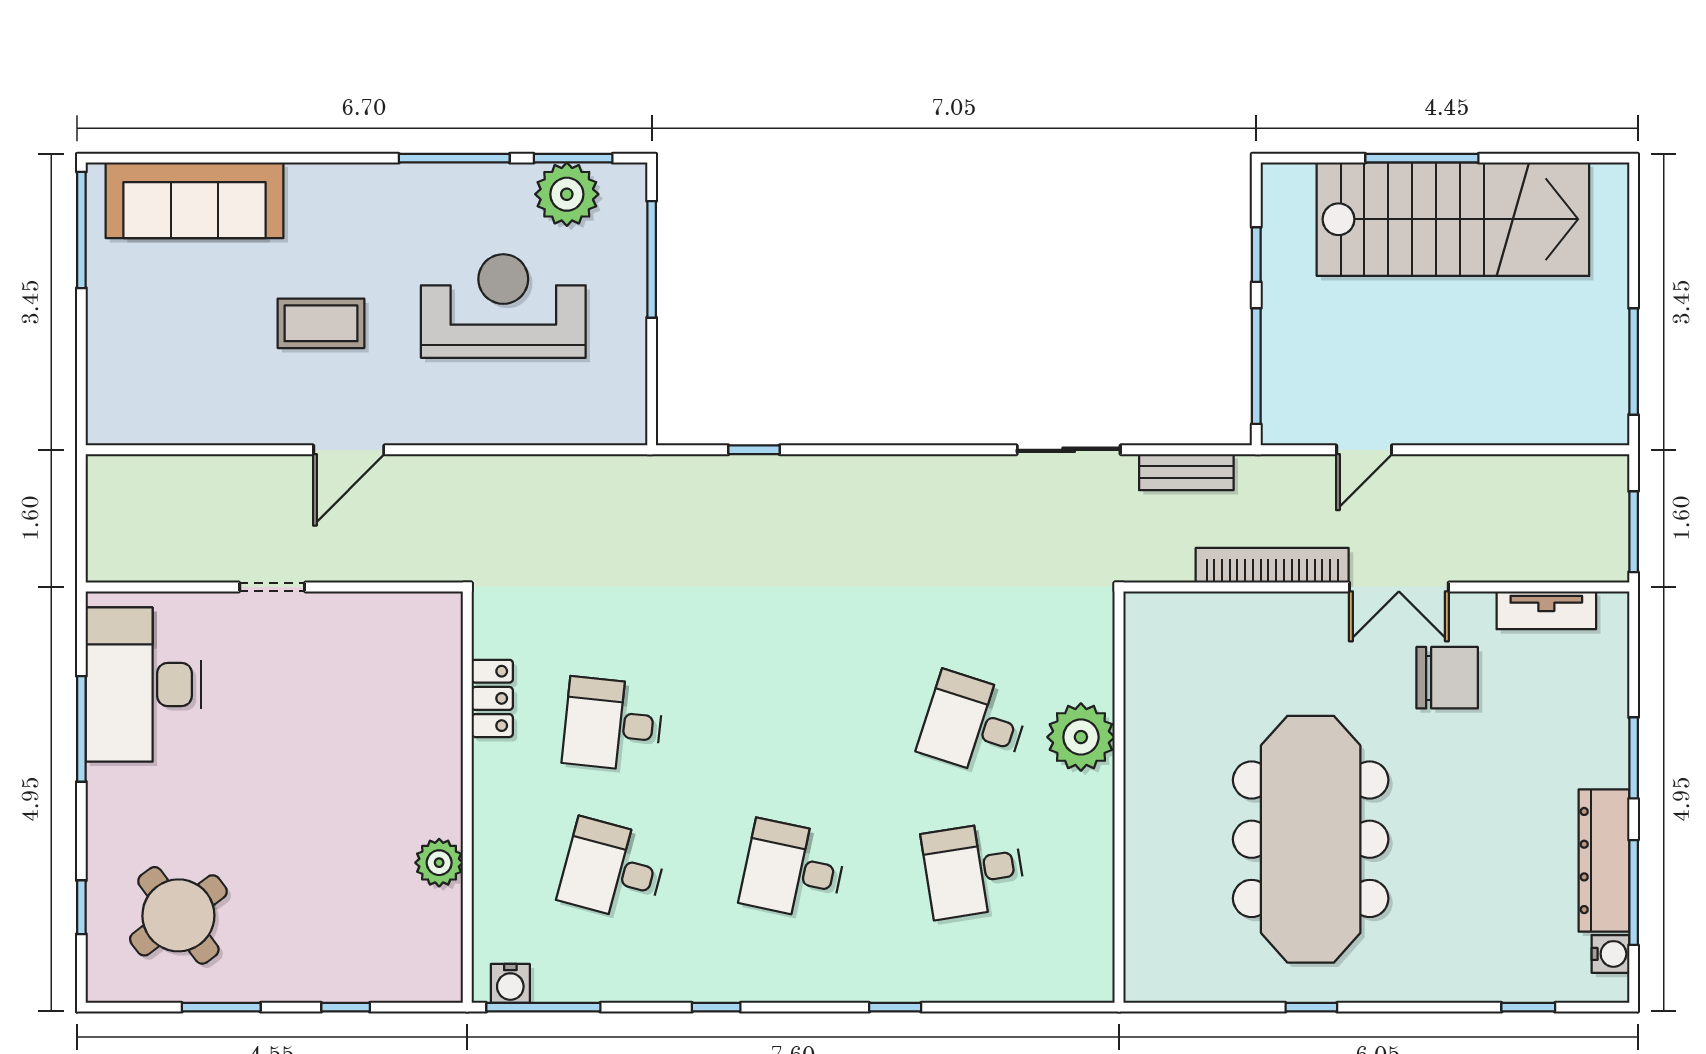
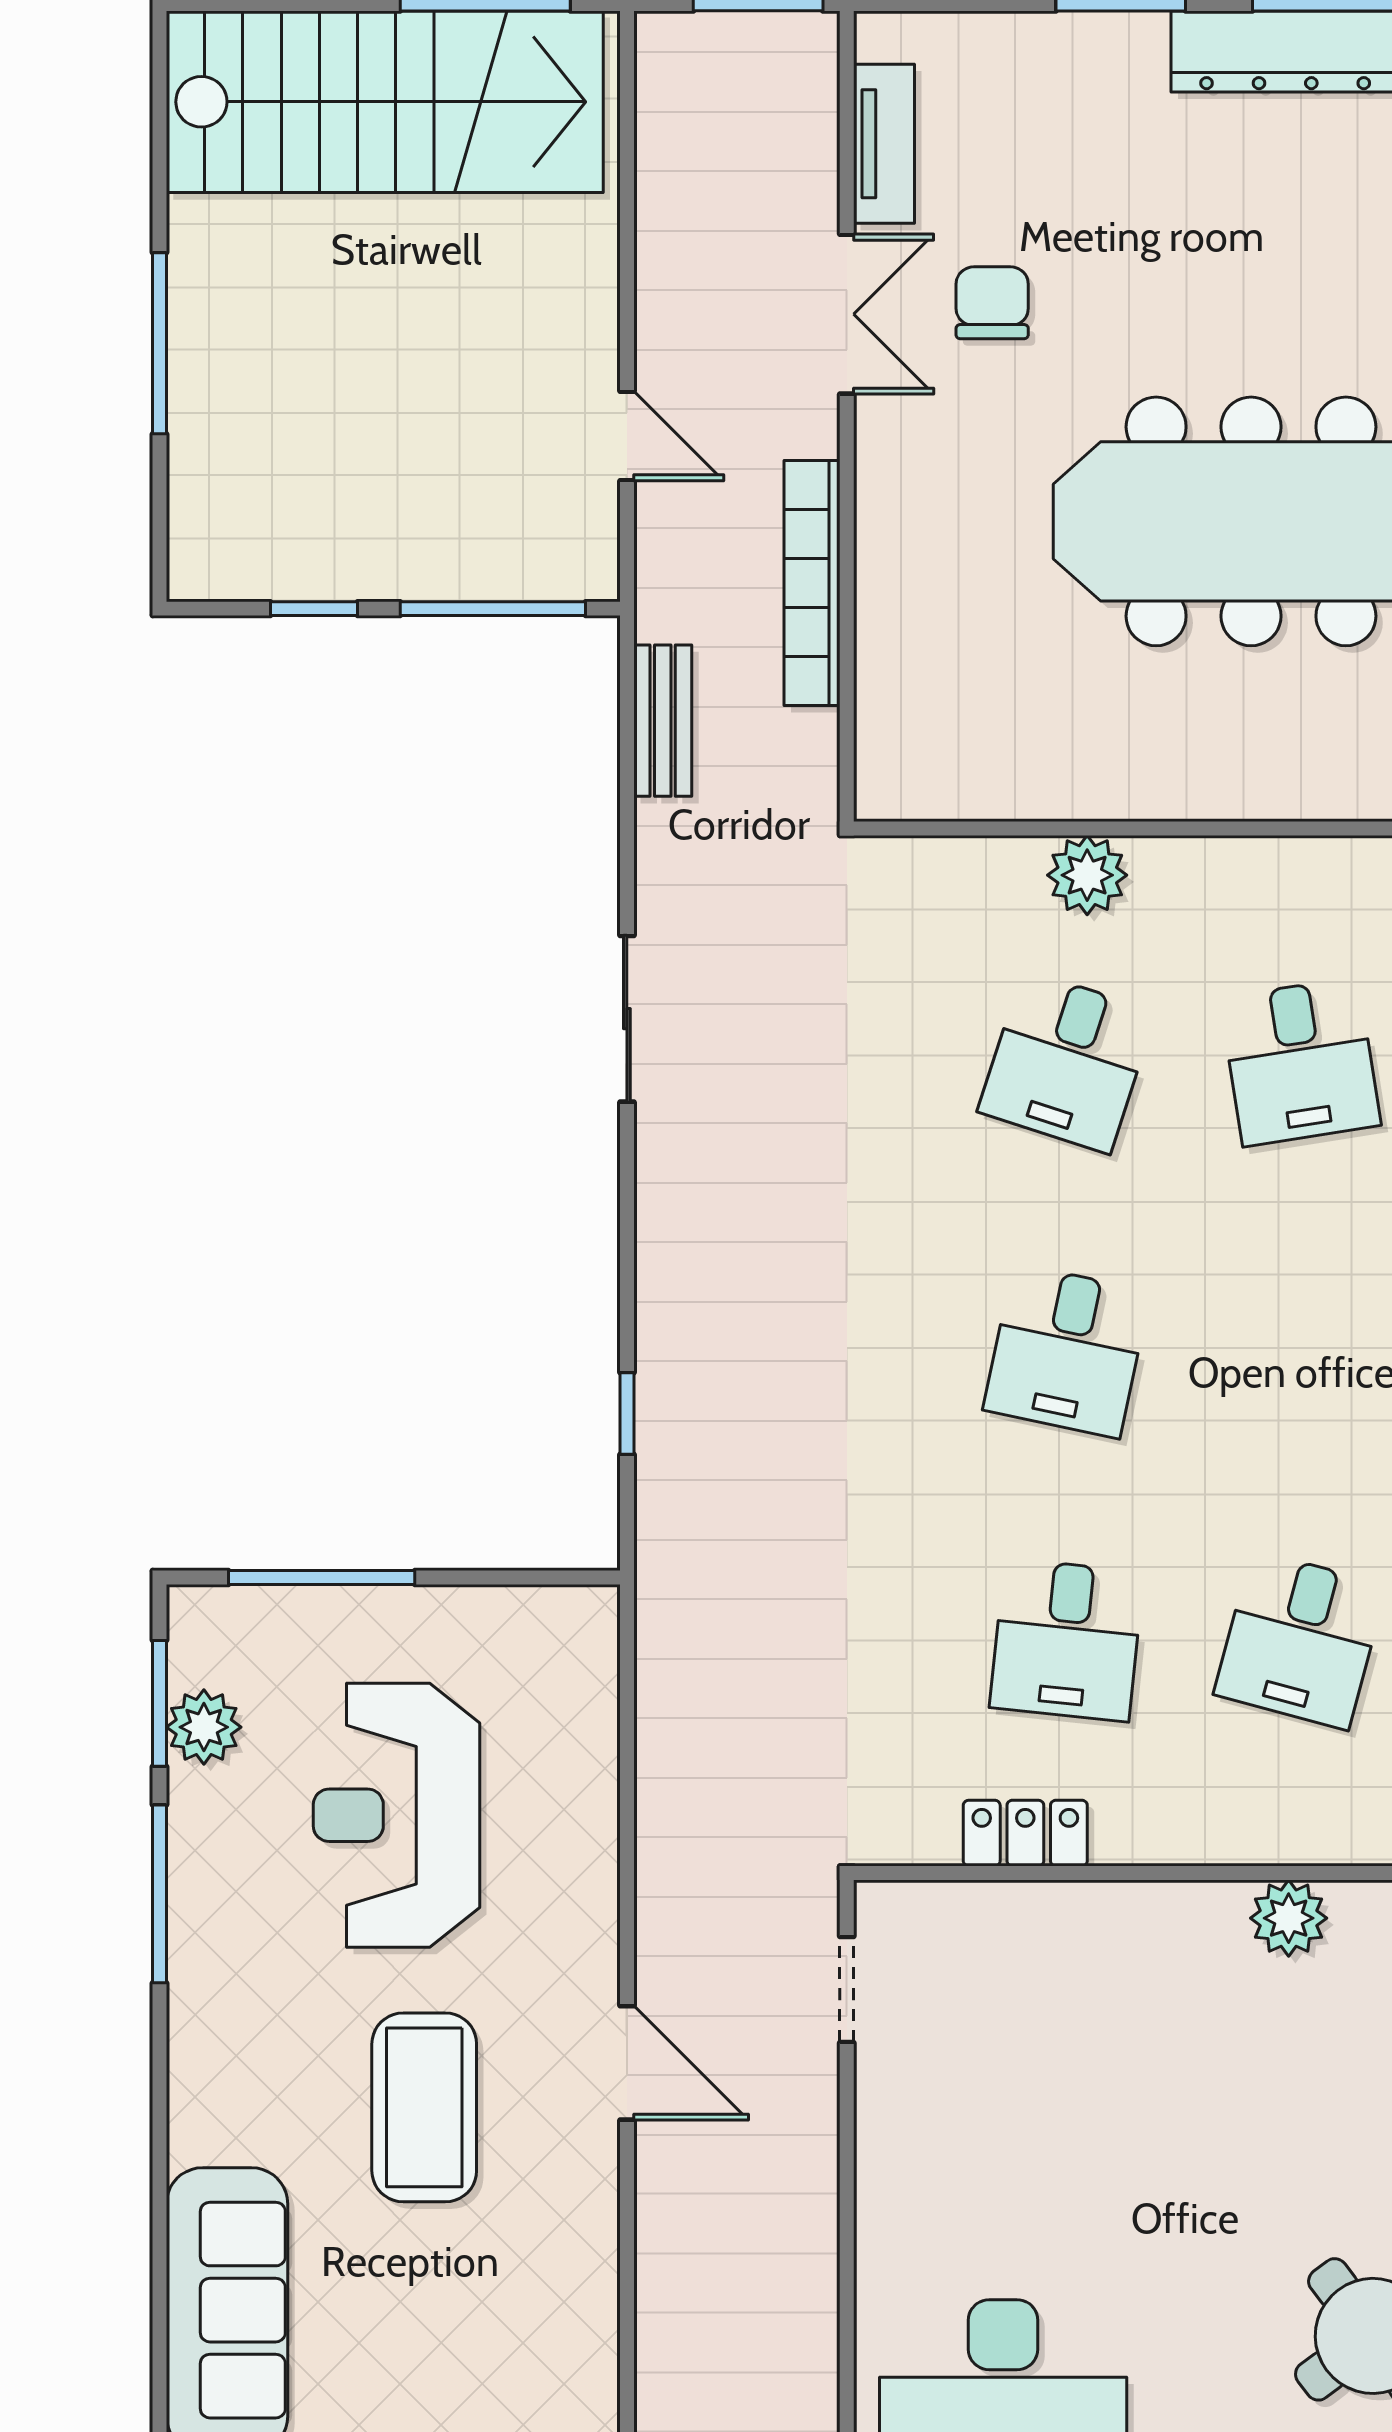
plant: (567, 194) -> (204, 1727), width x0.73, depth x0.73
stairs: (1453, 219) -> (385, 102), moved, turned 90
coffee table: (321, 323) -> (424, 2107), width x1.36, depth x1.32
sliding door: (1069, 450) -> (627, 1019), moved
doorway: (272, 587) -> (847, 1990), moved
double door: (1399, 587) -> (847, 314), moved
chair: (1447, 678) -> (992, 303), width x0.73, depth x0.73
plant: (1081, 737) -> (1087, 875), width x0.73, depth x0.73
desk: (793, 870) -> (1067, 1351), moved

